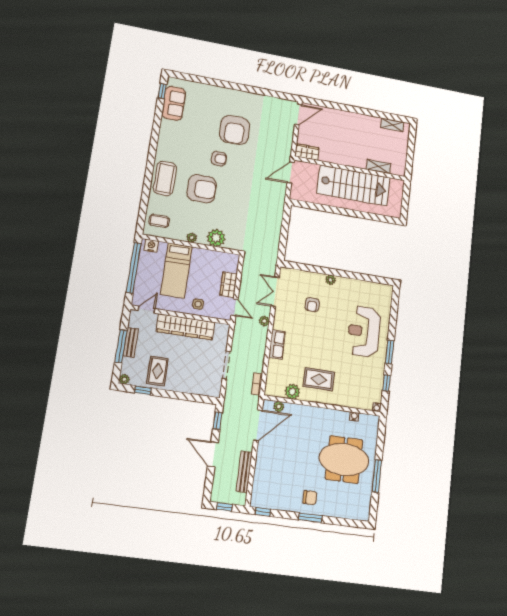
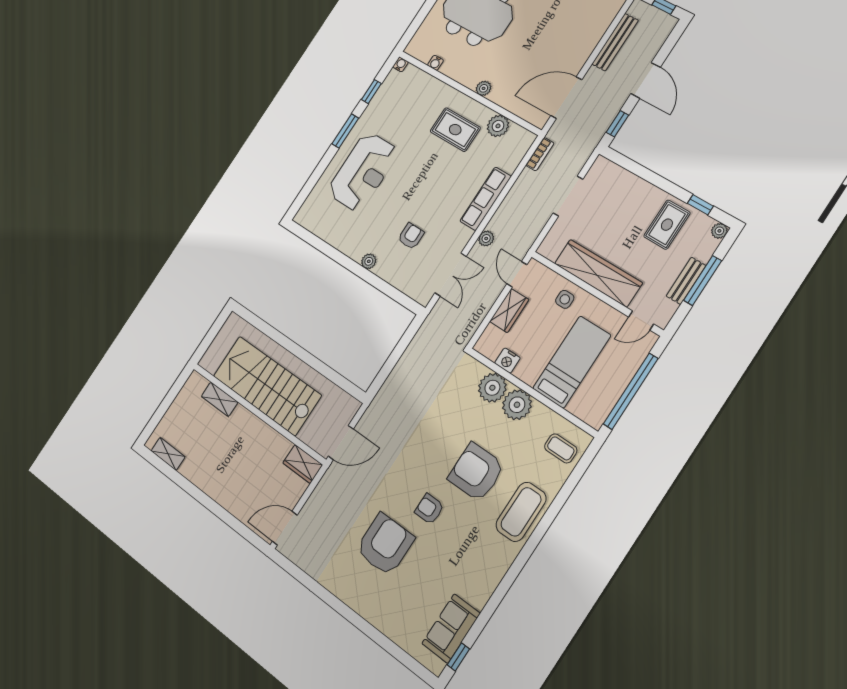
plant: (192, 238) -> (517, 405), width x1.88, depth x1.88
nightstand: (151, 246) -> (507, 361), moved
row of seats: (277, 344) -> (486, 199), width x1.48
plant: (279, 407) -> (484, 88), moved

